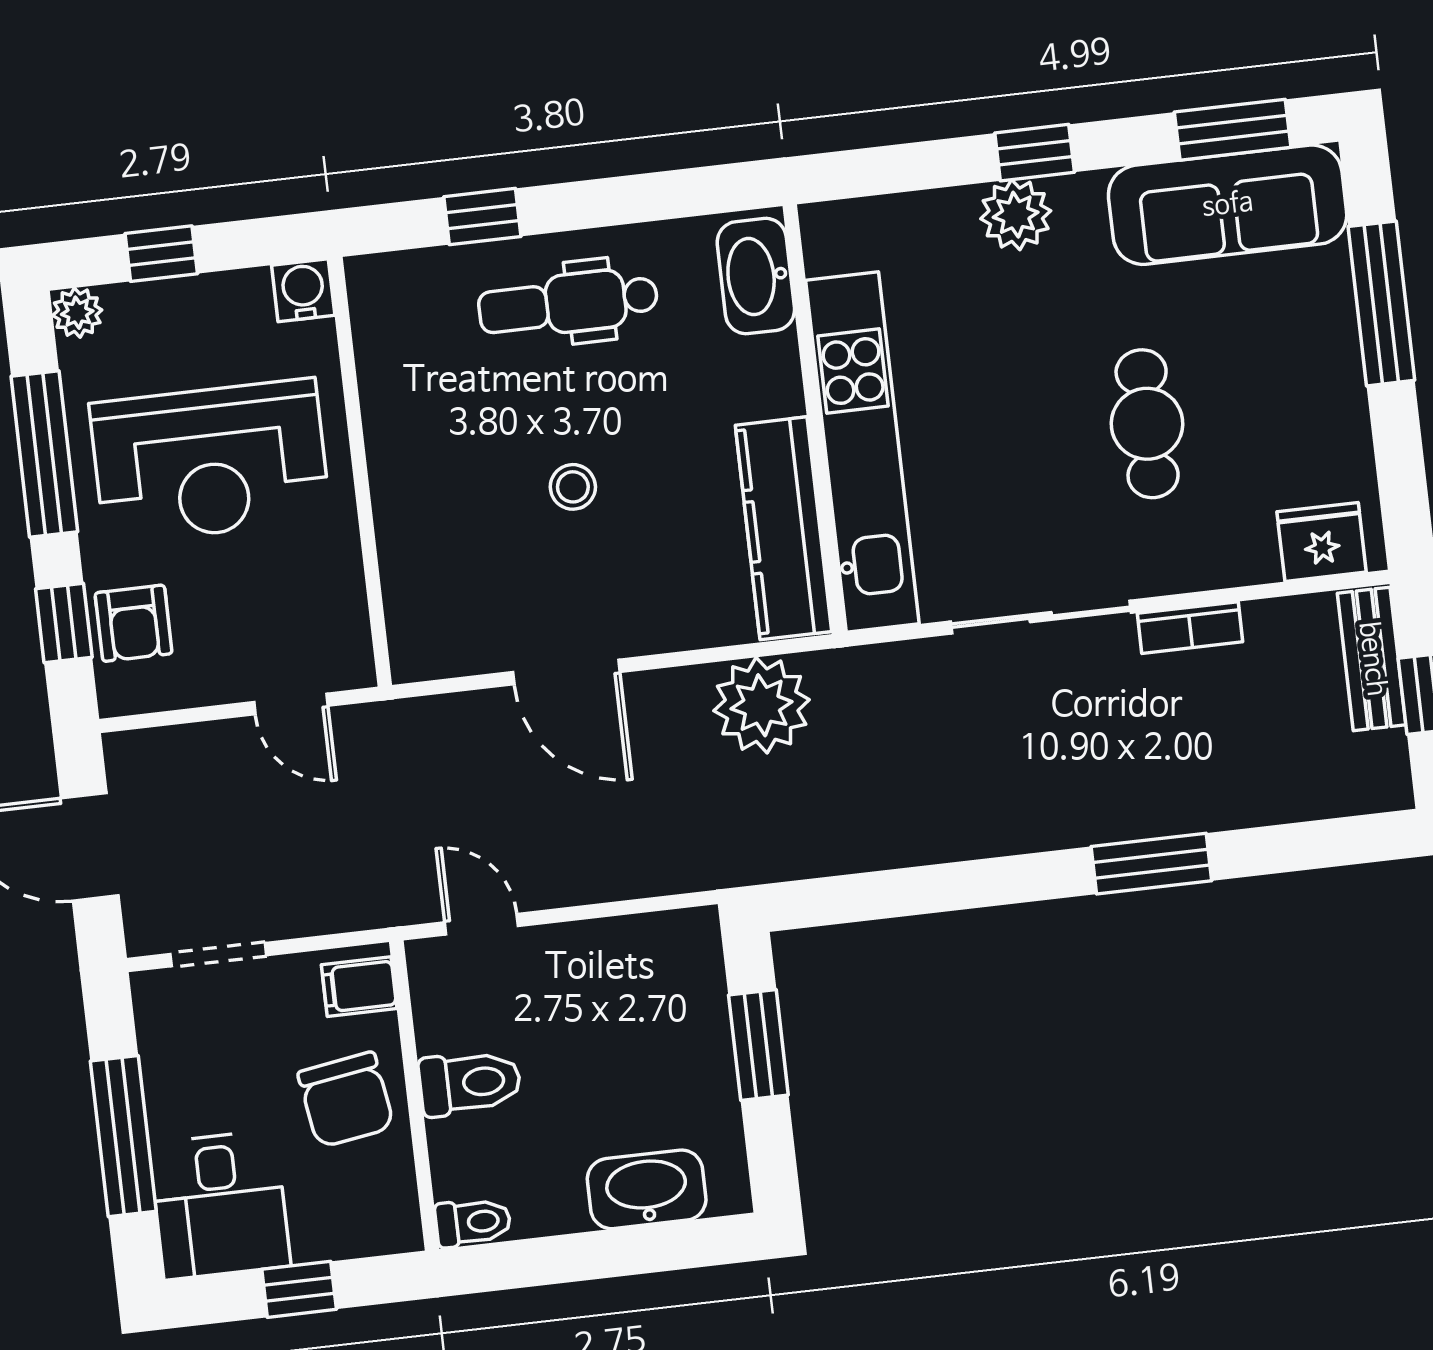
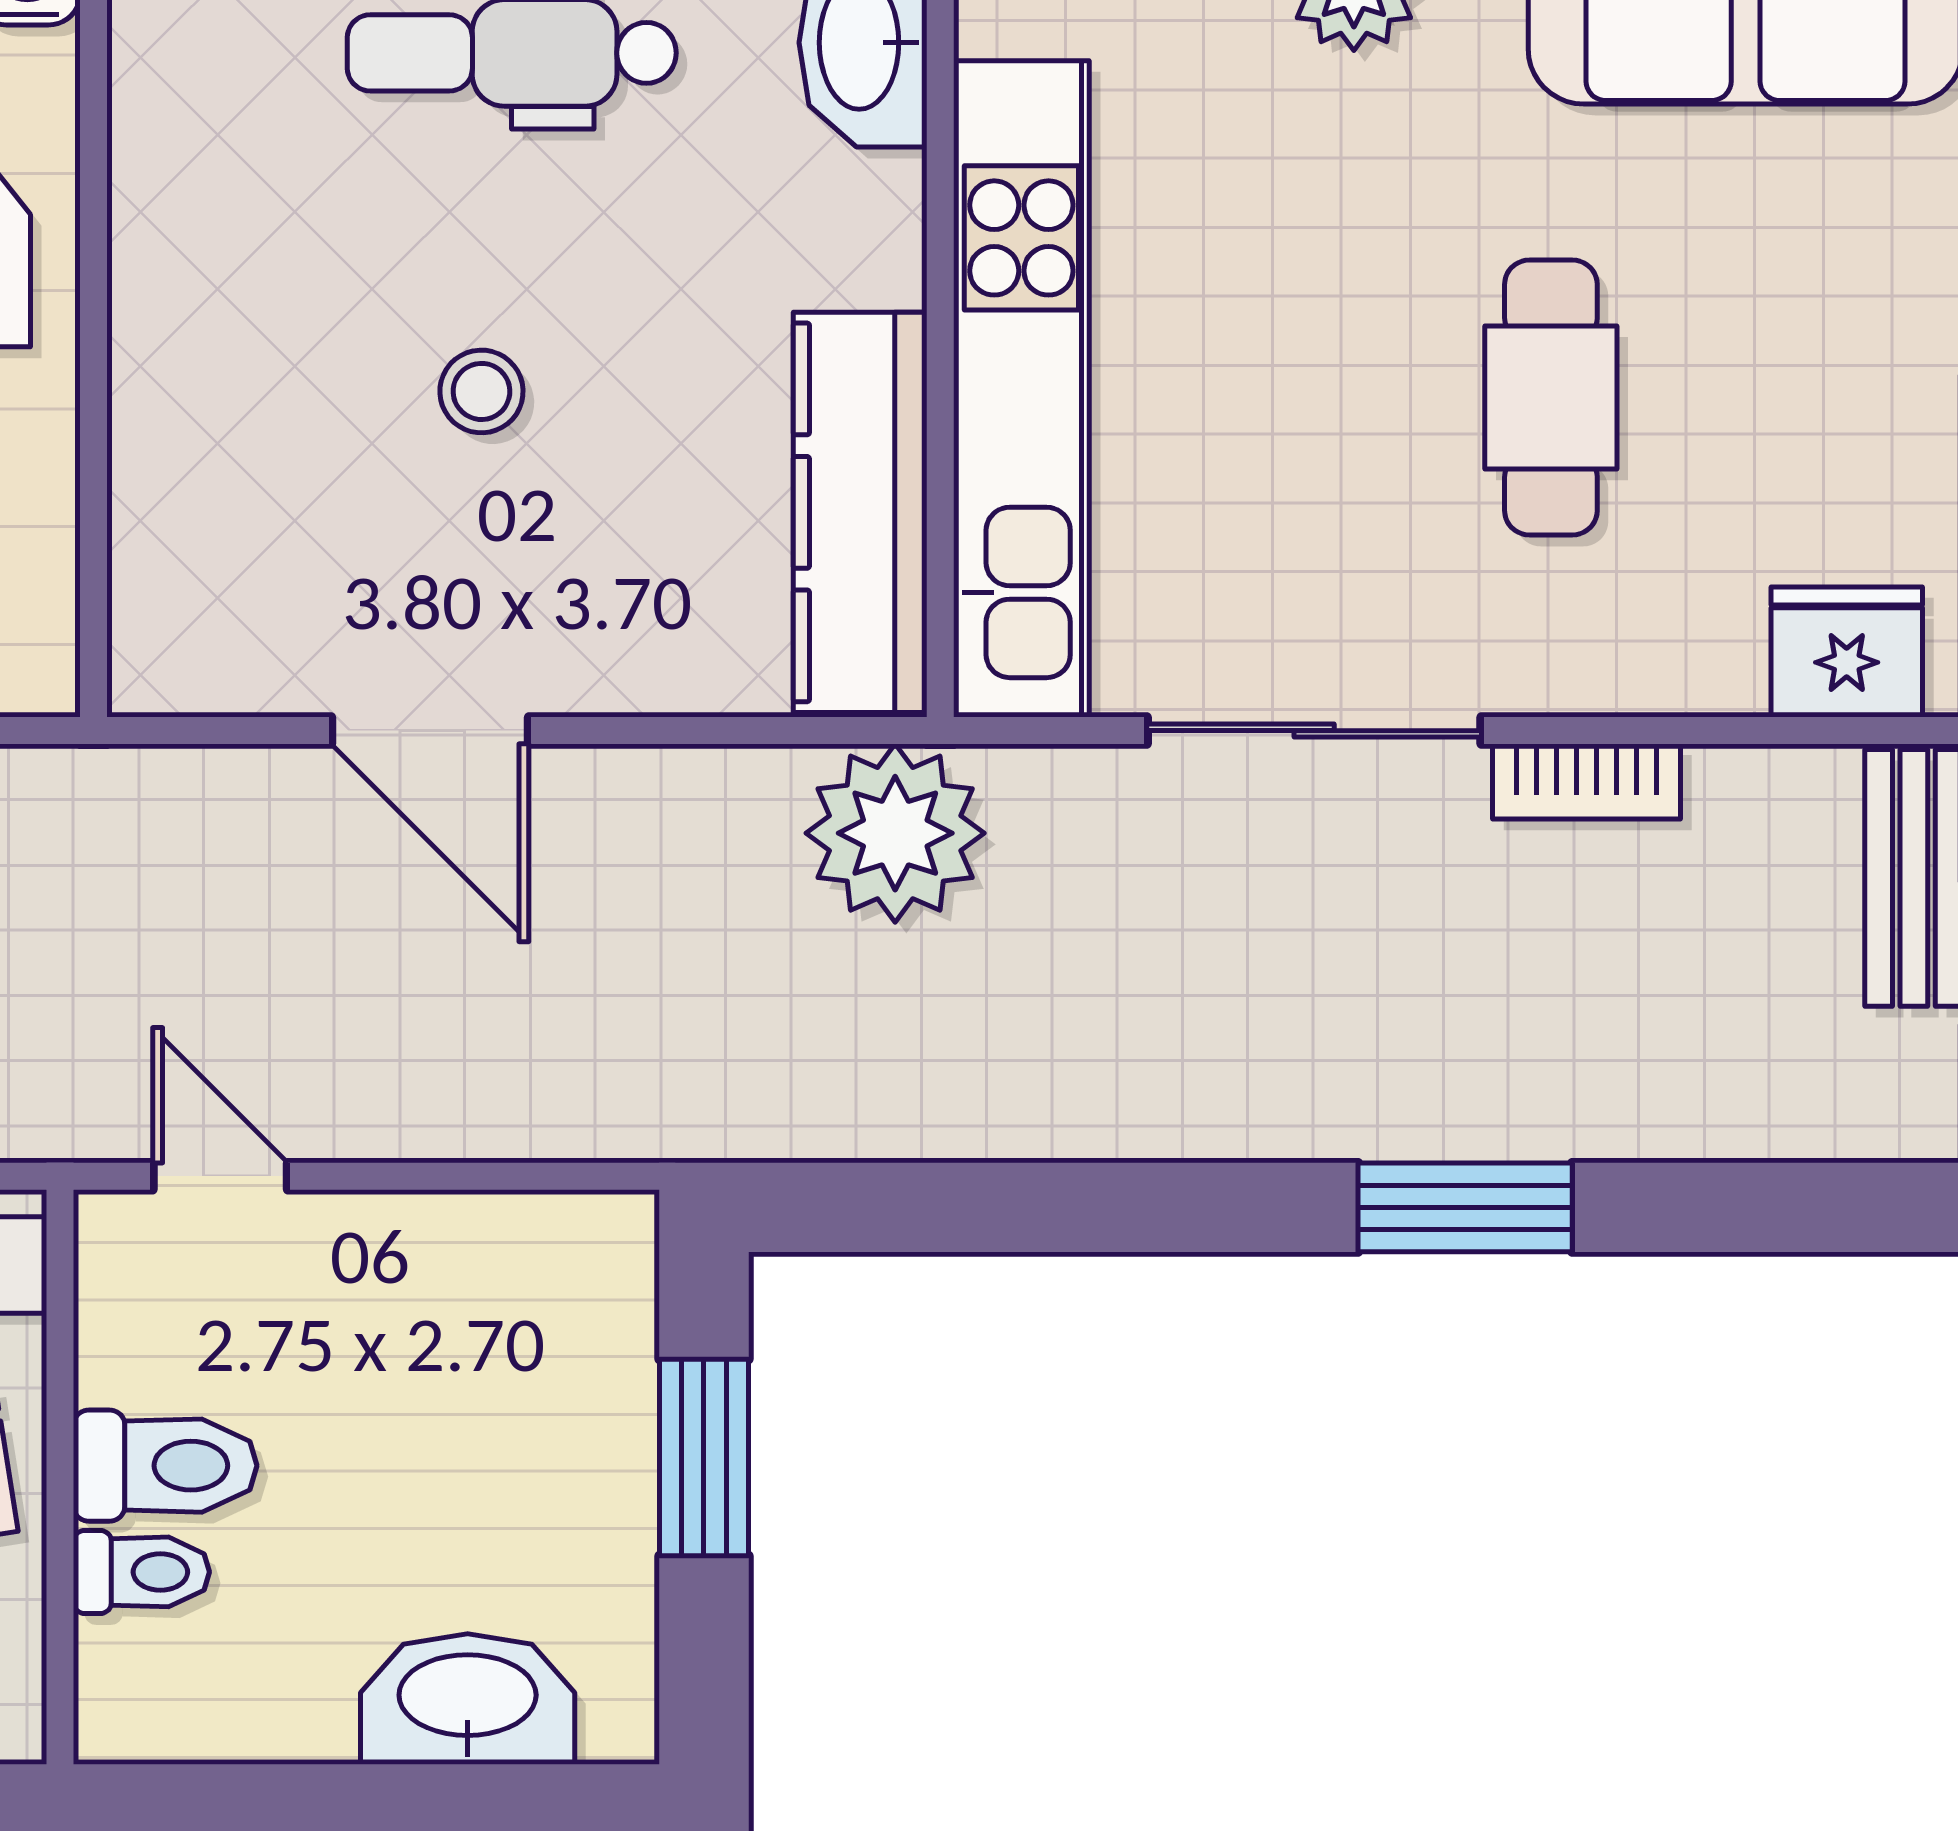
plant: (762, 705) -> (895, 833), moved
toilet: (473, 1222) -> (141, 1572), moved

